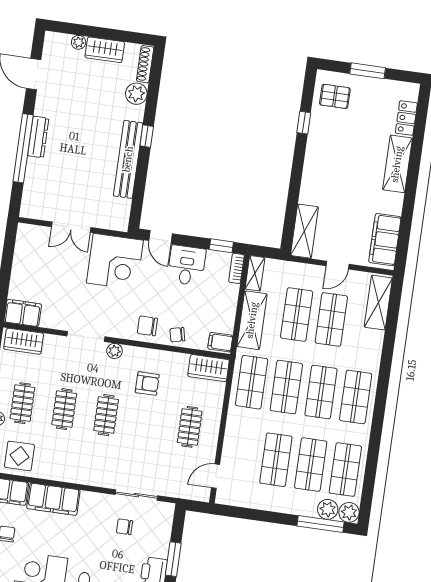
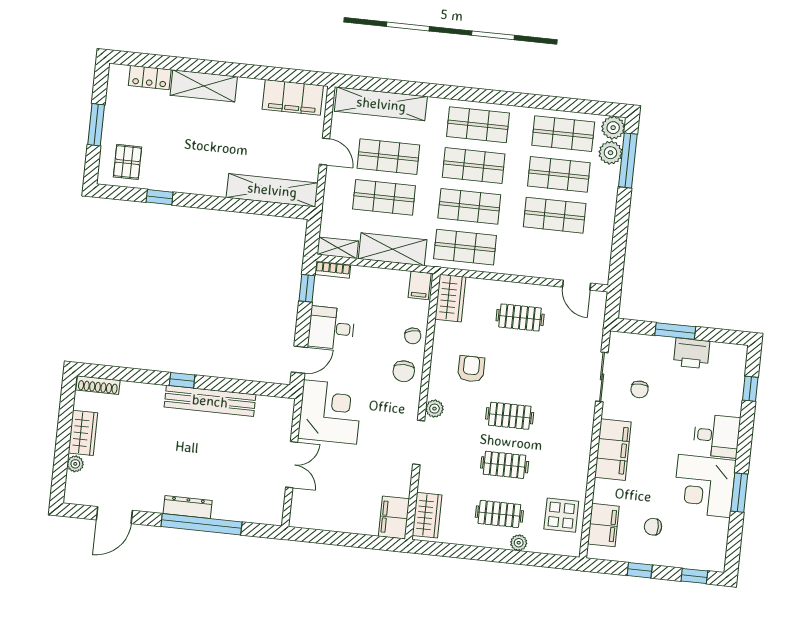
plant: (136, 94) -> (133, 394), removed
shelving: (304, 231) -> (272, 190), width x1.47
shelving: (378, 303) -> (381, 104), width x1.47
filing cabinet: (53, 499) -> (613, 450), moved

